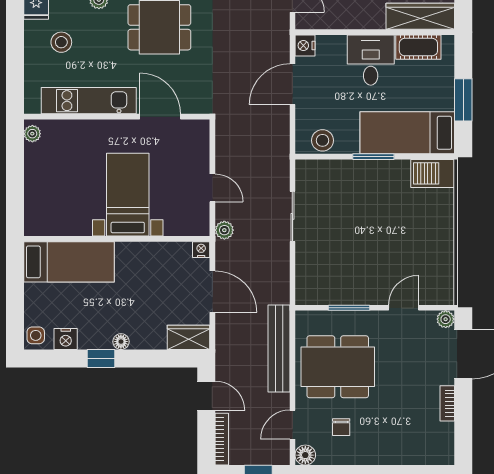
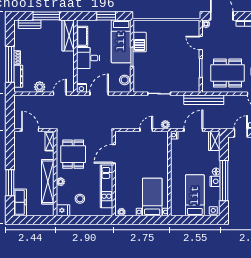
door: (292, 84) -> (99, 94), swing flipped
barbecue: (433, 173) -> (140, 42), moved
bed with nightstands: (128, 195) -> (152, 197), moved, turned 90
bed: (69, 262) -> (195, 195), moved
nightstand: (66, 339) -> (215, 181), moved
bench: (279, 349) -> (204, 100), moved
window: (101, 358) -> (224, 181), width x3.17
dining table: (338, 367) -> (228, 73), turned 90

